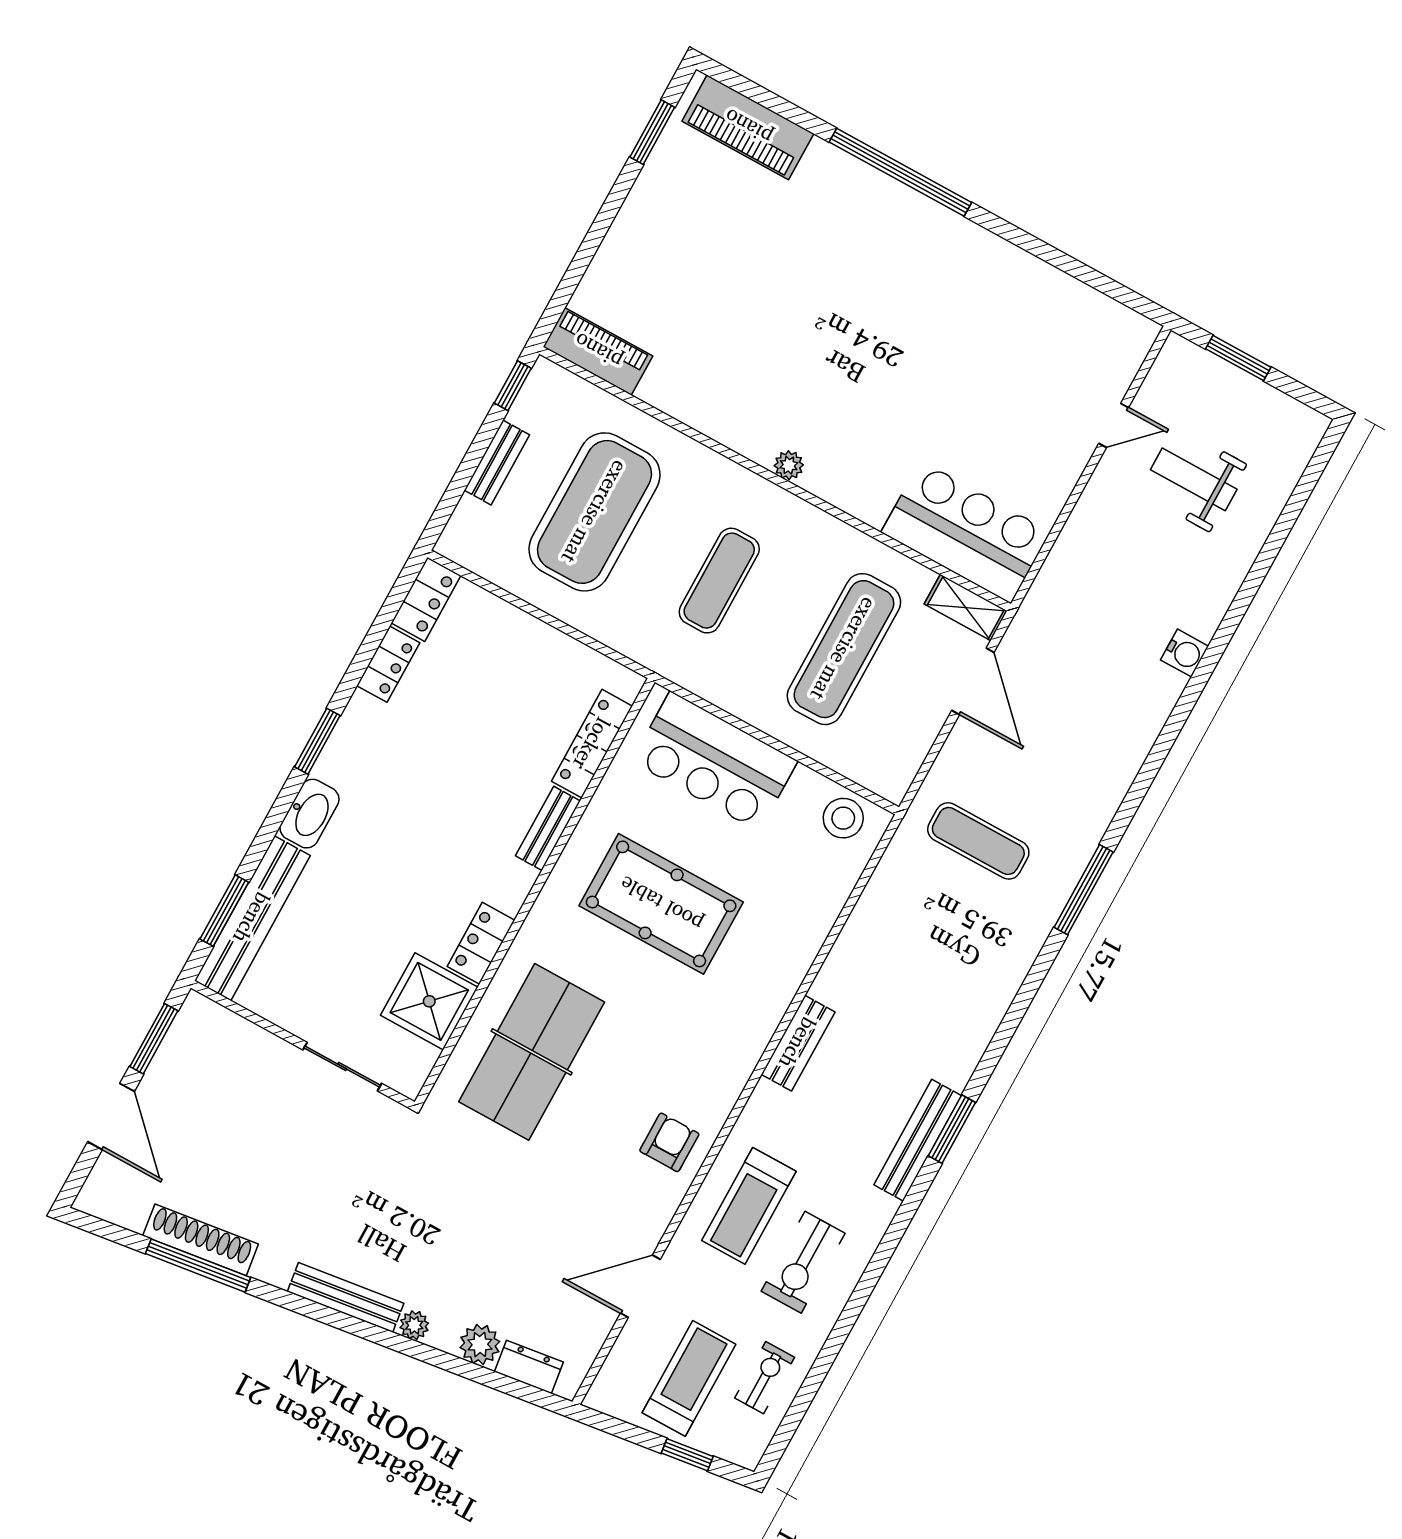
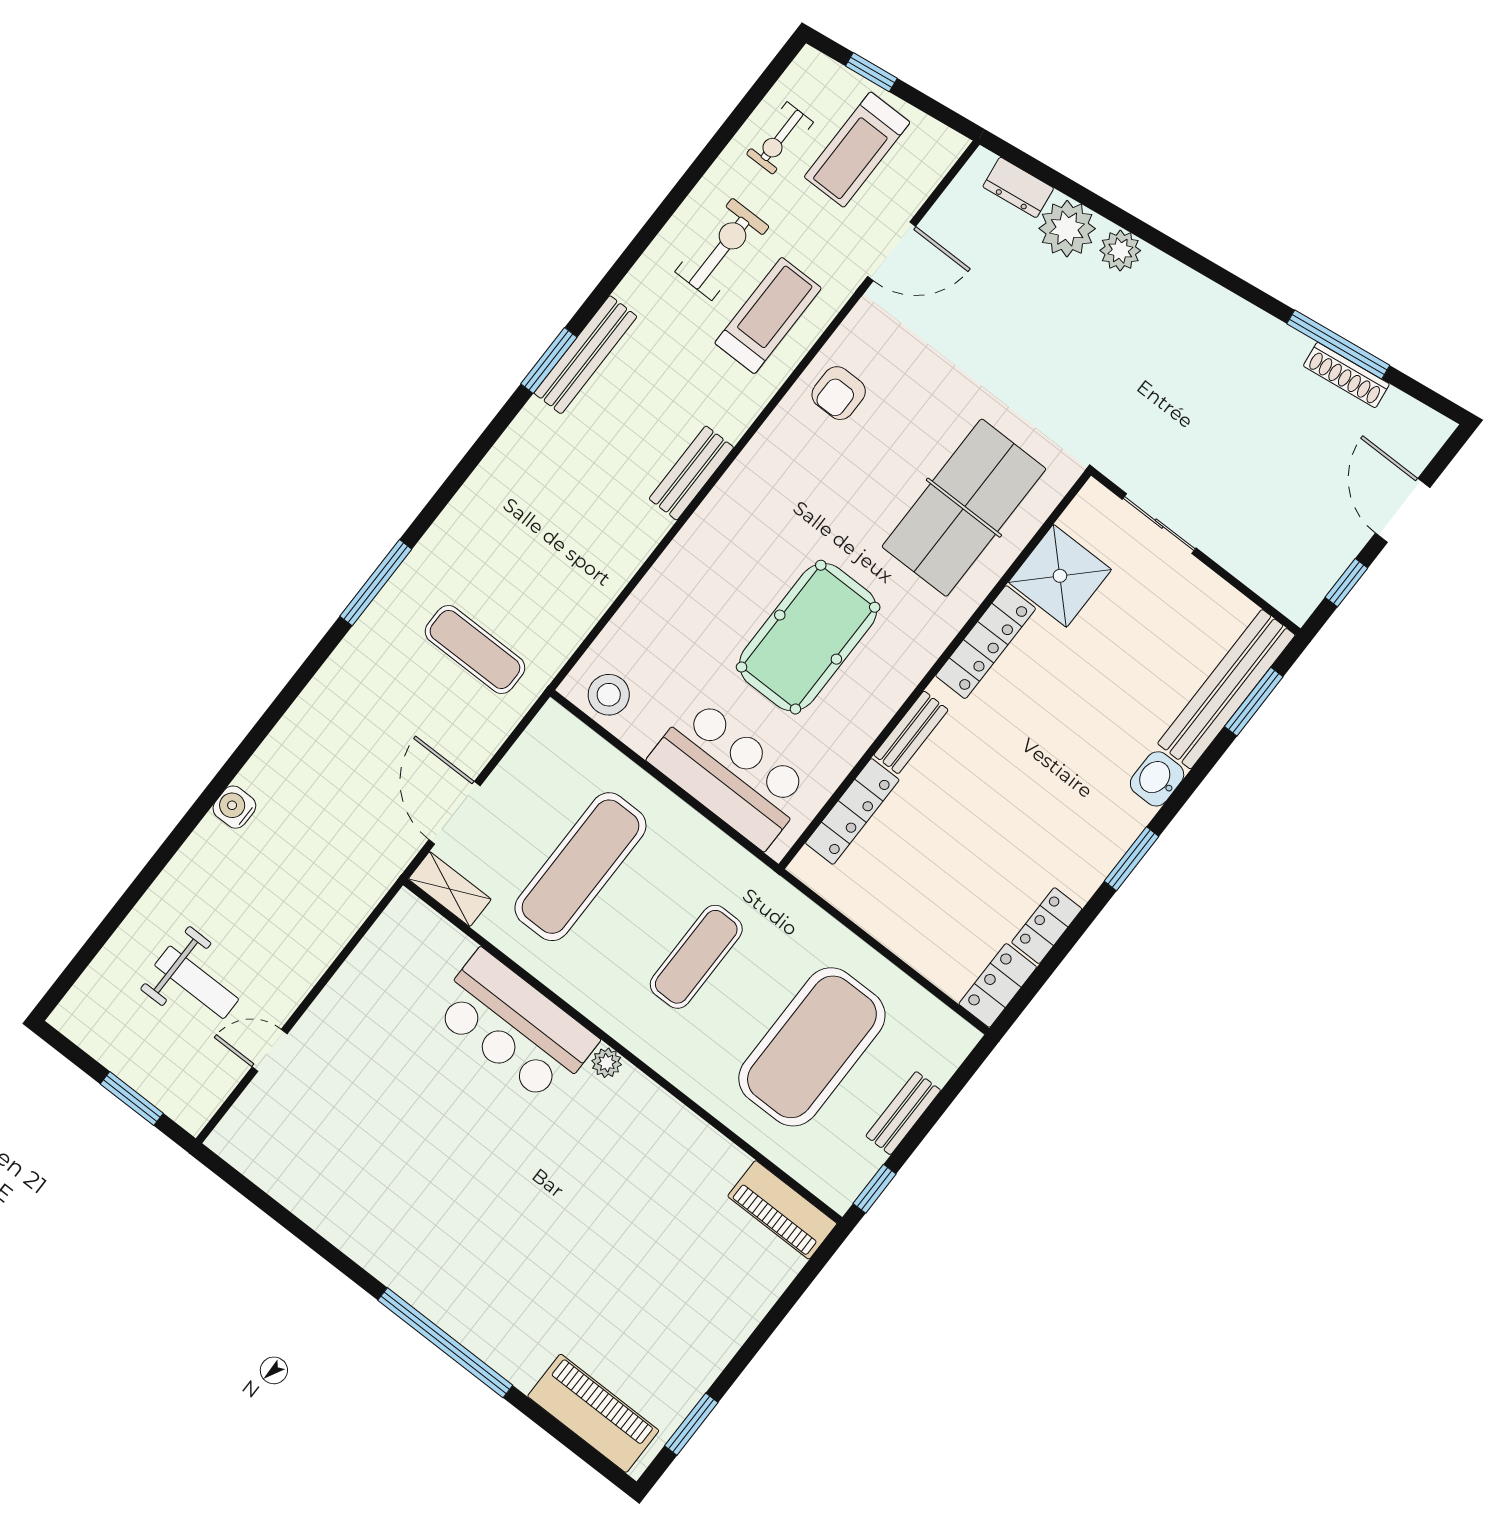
bar counter: (966, 532) -> (515, 1026), moved
washbasin: (309, 814) -> (1157, 779), width x0.72
pool table: (661, 904) -> (808, 637), turned 90
locker: (481, 943) -> (986, 642), width x1.53
window: (154, 1039) -> (1346, 583), width x0.67
shoe rack: (201, 1240) -> (1346, 375), width x0.74, depth x0.81
bench: (346, 1297) -> (1193, 288), removed
plant: (414, 1325) -> (1120, 251), width x1.38, depth x1.38
plant: (480, 1345) -> (1067, 229), width x1.36, depth x1.36

